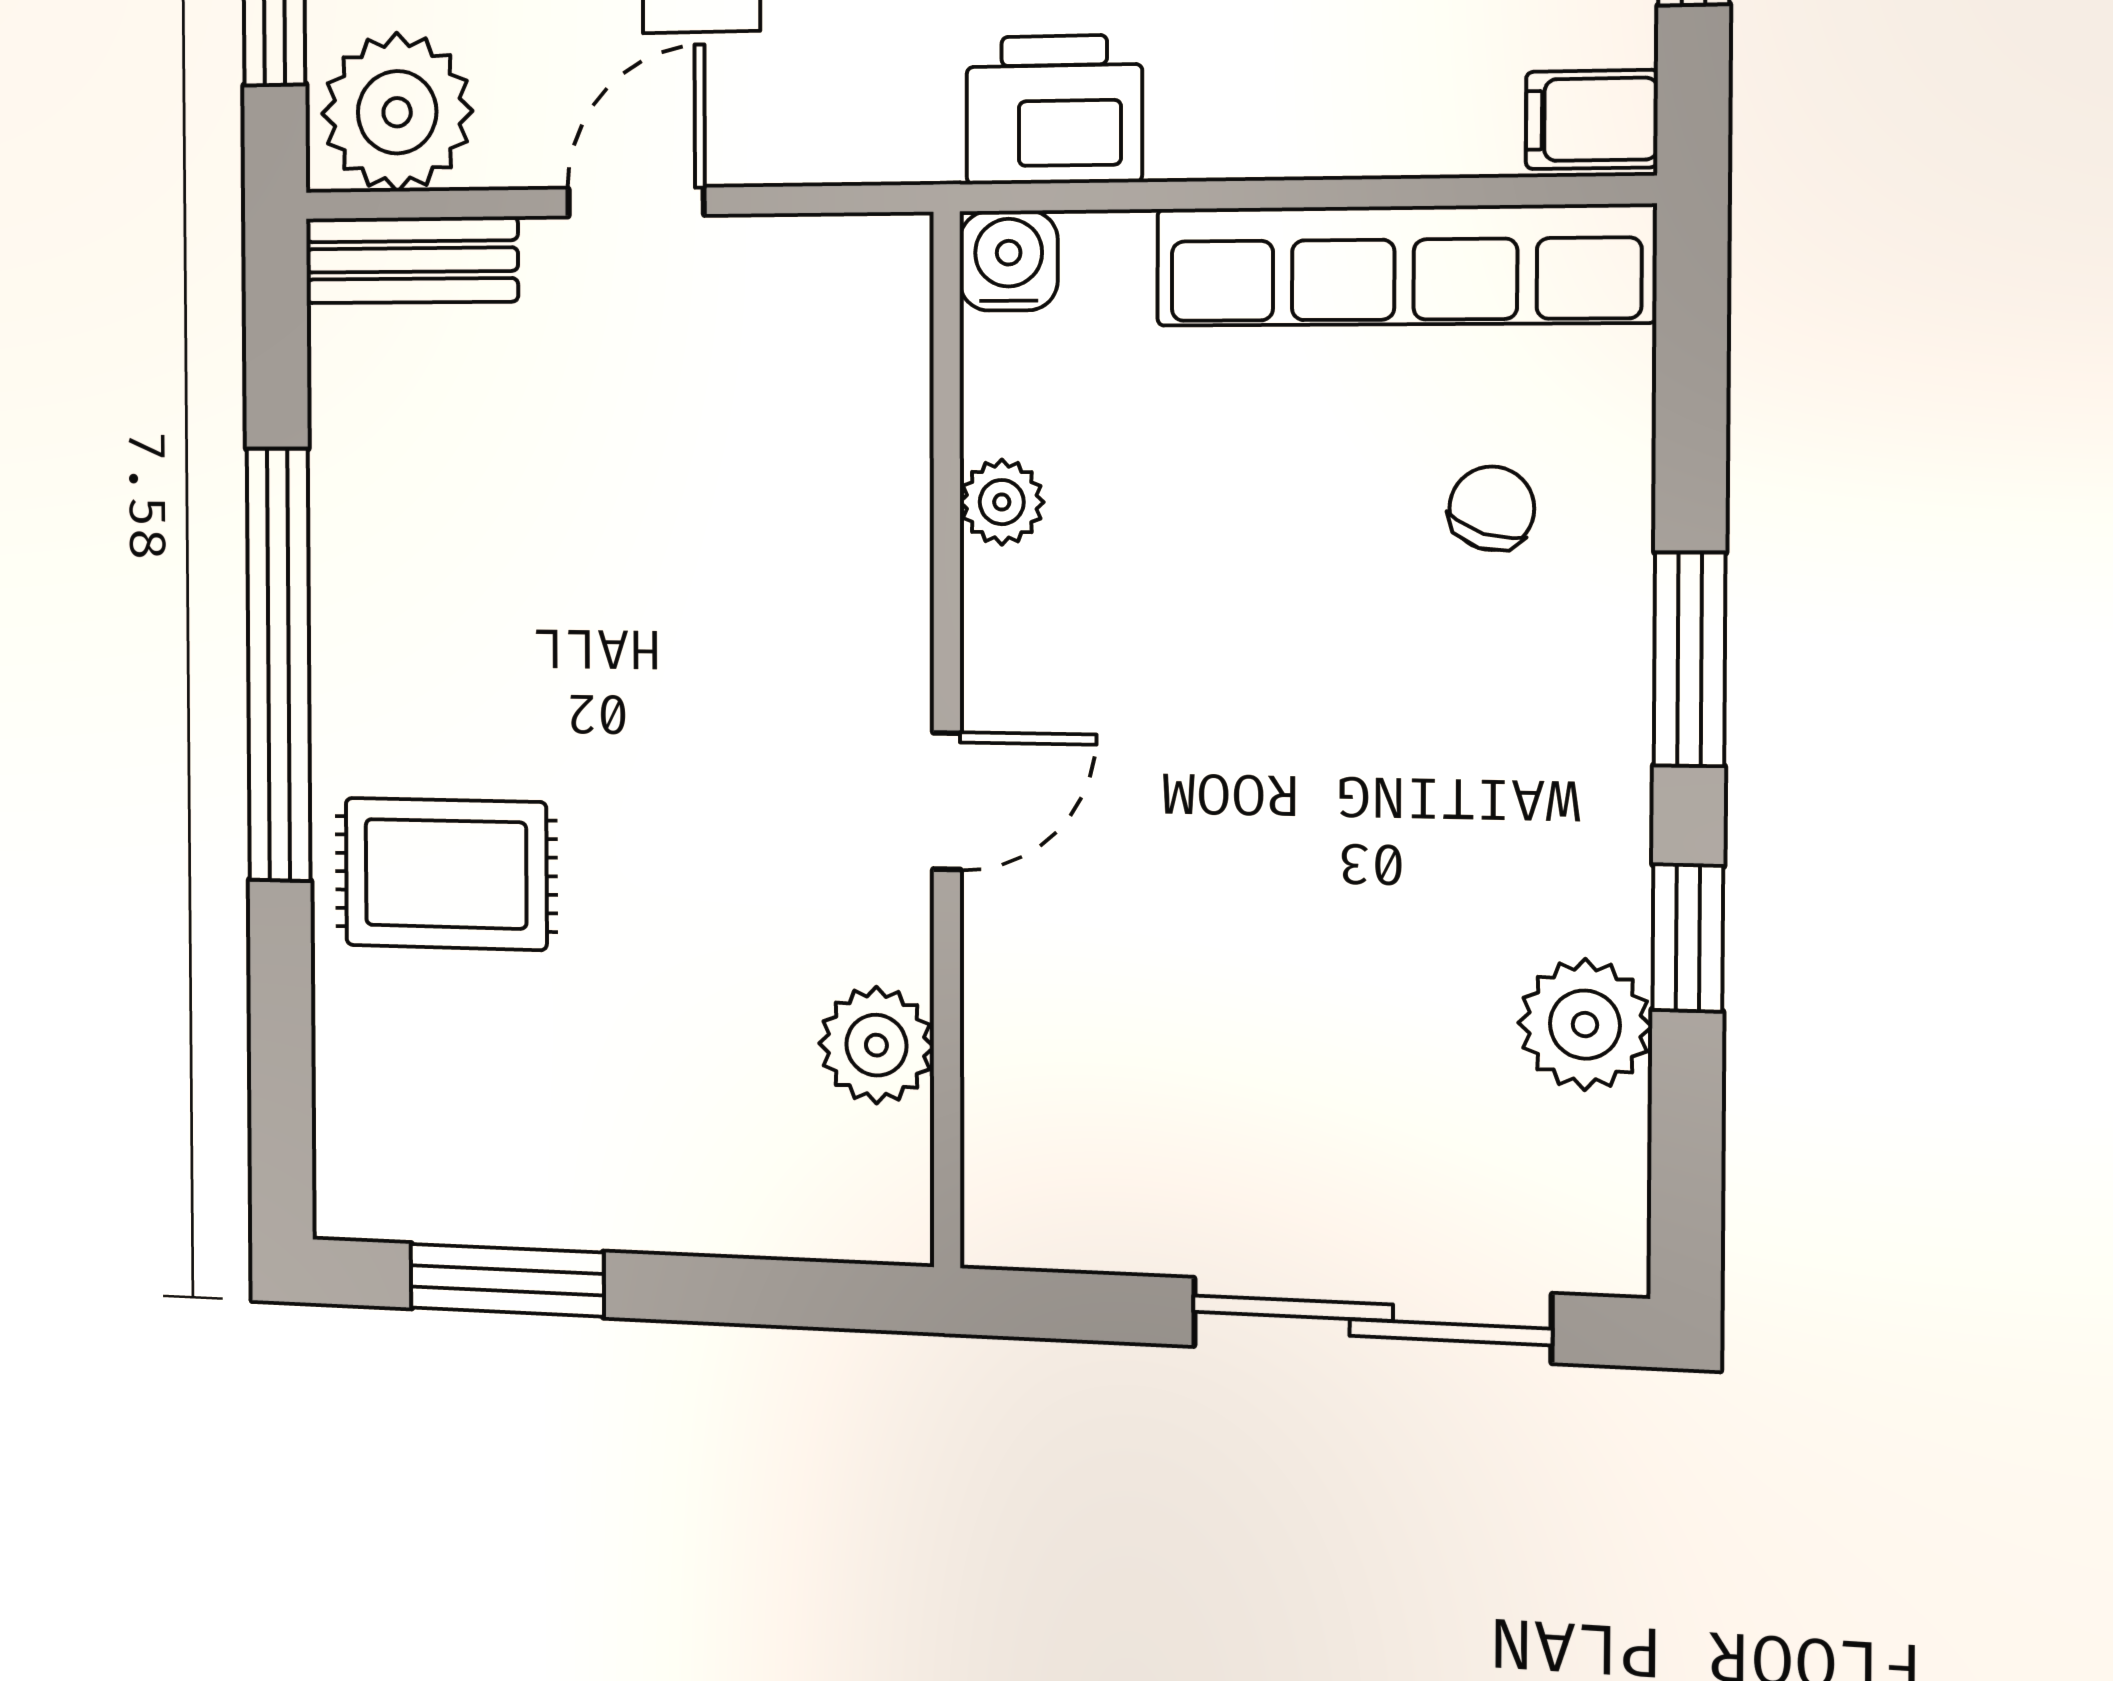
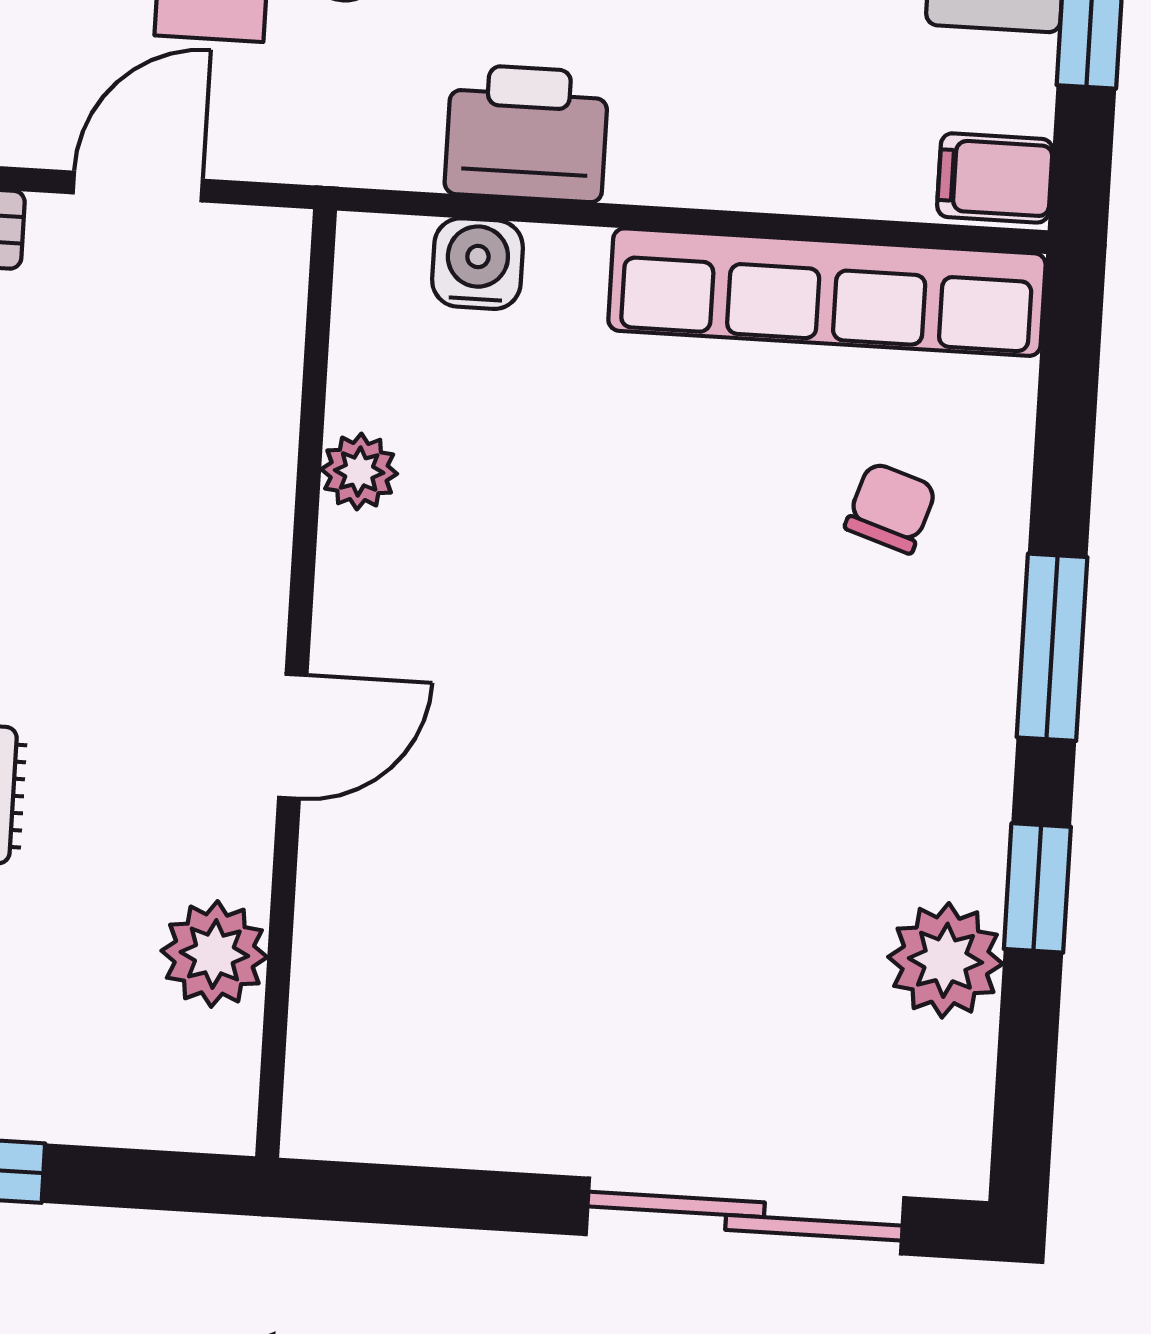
plant: (1002, 502) -> (359, 471), moved
wall: (947, 742) -> (296, 683), moved
door: (947, 801) -> (293, 736), moved
plant: (876, 1045) -> (214, 954), moved

